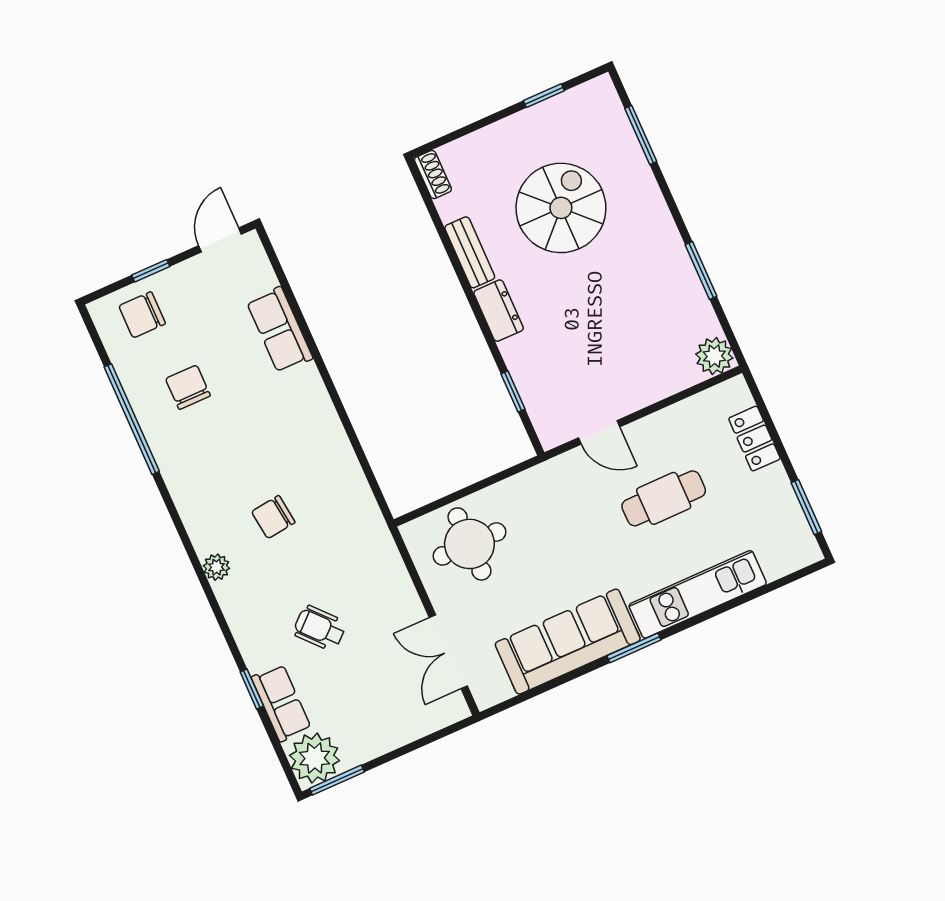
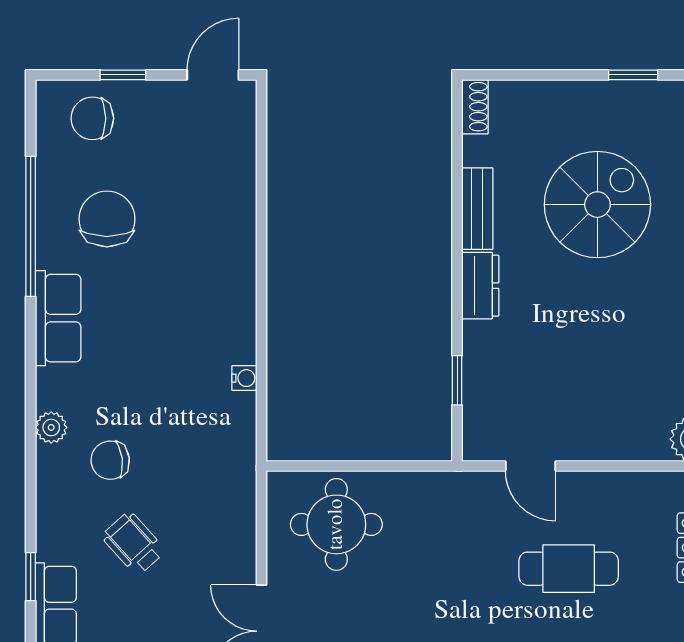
row of seats: (280, 330) -> (58, 318), moved, turned 180
chair: (188, 387) -> (107, 219), width x1.37, depth x1.37
water cooler: (348, 463) -> (244, 378), added
chair: (273, 517) -> (110, 460), moved

